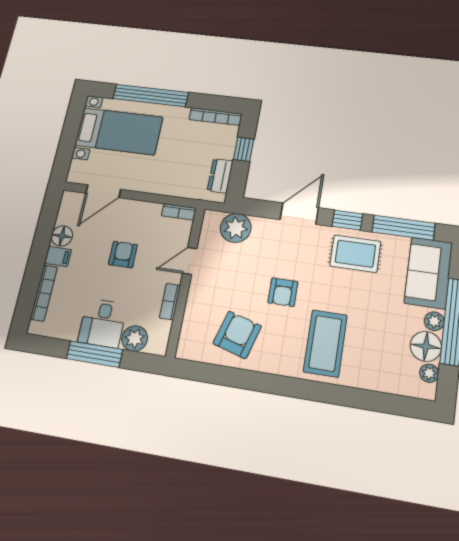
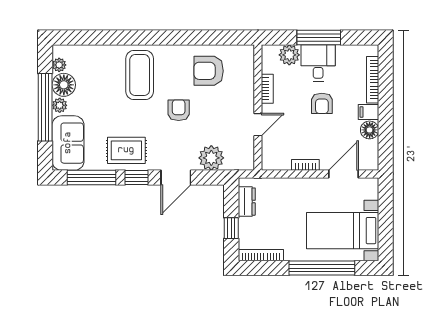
bookcase: (179, 212) -> (305, 165), moved
plant: (236, 228) -> (211, 158), moved
armchair: (123, 255) -> (322, 103), moved
armchair: (237, 335) -> (209, 71), turned 74

